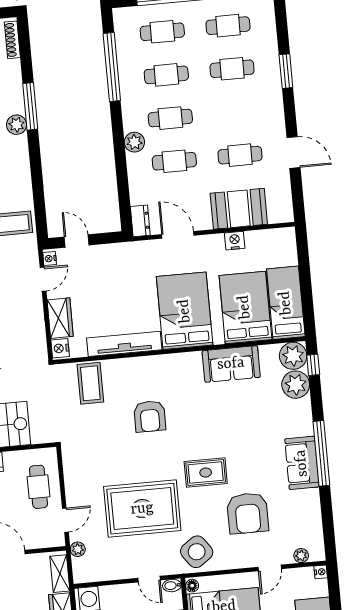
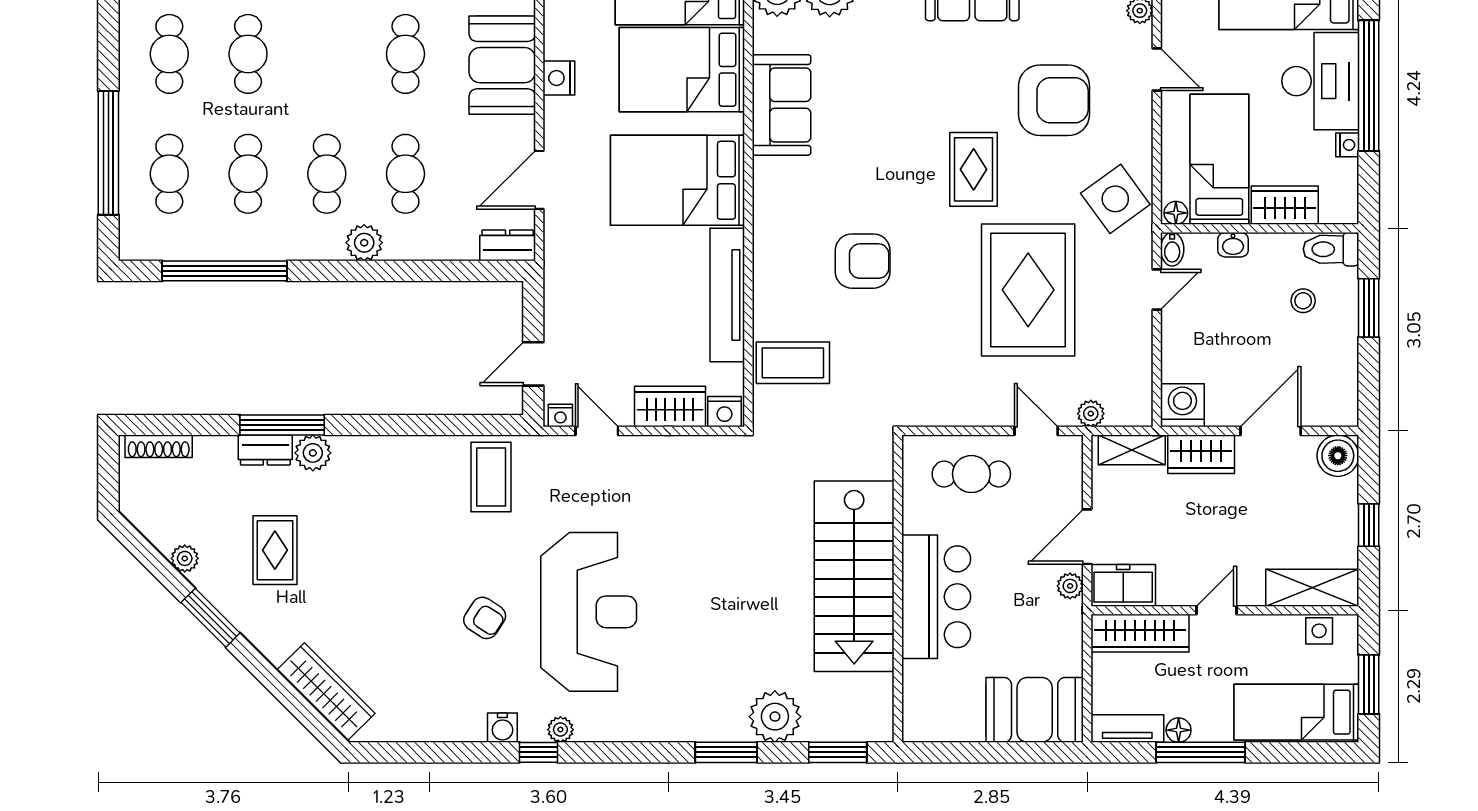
dresser: (16, 98) -> (265, 450), added

